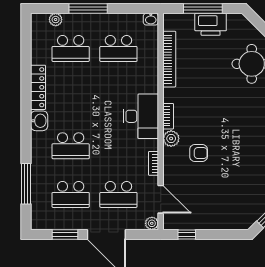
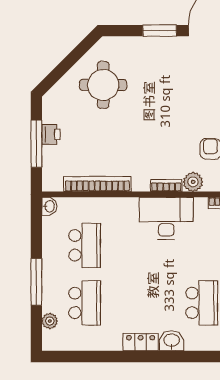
printer: (211, 24) -> (51, 134), width x0.53, depth x0.68
locker: (38, 87) -> (141, 342), width x0.66

